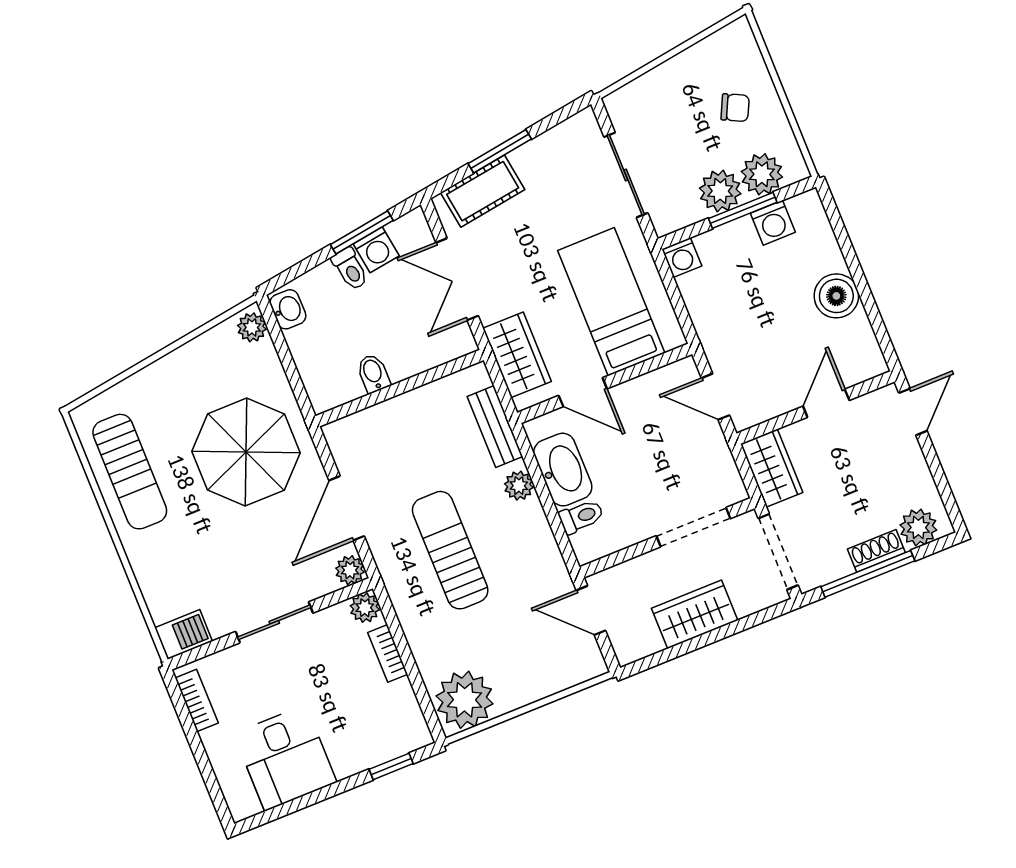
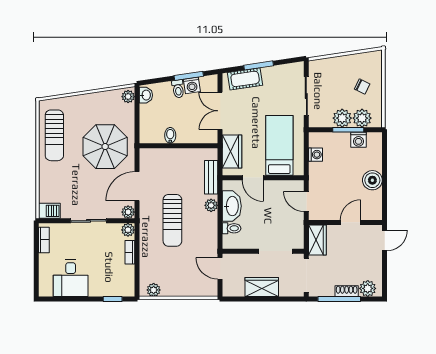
washing machine: (682, 258) -> (315, 155), moved, turned -90
sun lounger: (450, 550) -> (172, 220), turned 180
plant: (465, 700) -> (154, 290), width x0.53, depth x0.53

